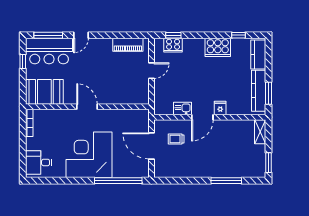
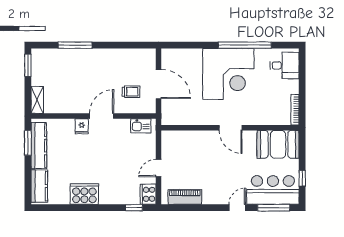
window: (238, 35) -> (61, 208), removed
cooker: (173, 45) -> (148, 194), moved, turned -90
kitchen sink: (183, 108) -> (141, 126), moved
window: (118, 181) -> (245, 45), moved

